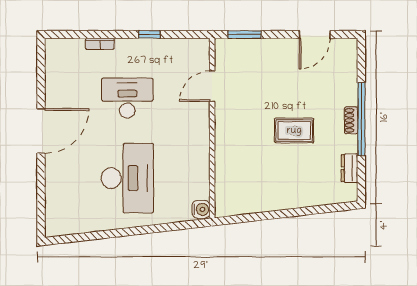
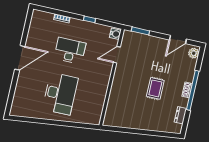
plant: (348, 53) -> (194, 53), added
rug: (294, 131) -> (155, 88), turned 90
water cooler: (201, 209) -> (115, 34), moved

